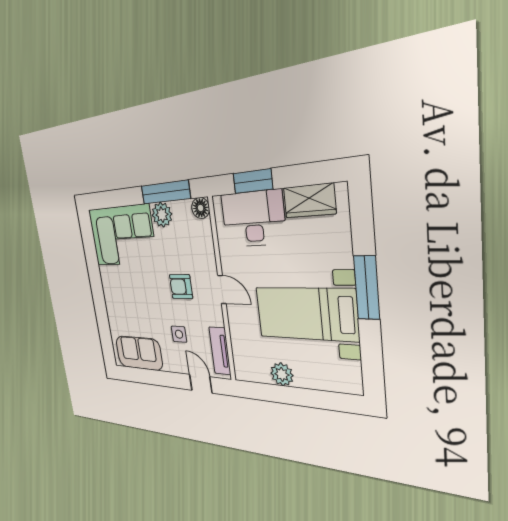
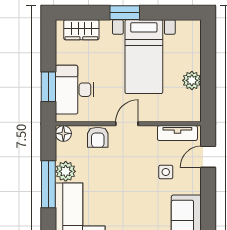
window: (165, 192) -> (48, 184), moved
wardrobe: (309, 201) -> (81, 30), moved, turned 90
armchair: (181, 287) -> (98, 137), moved
window: (367, 288) -> (125, 13), width x0.69

